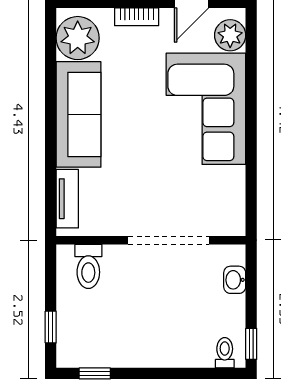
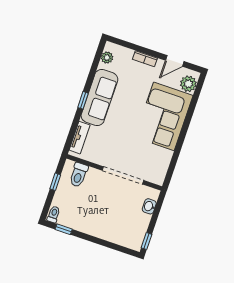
plant: (78, 38) -> (107, 58), width x0.53, depth x0.53
window: (51, 130) -> (83, 100), added
window: (51, 327) -> (55, 182), moved
toilet: (225, 353) -> (54, 214), moved

